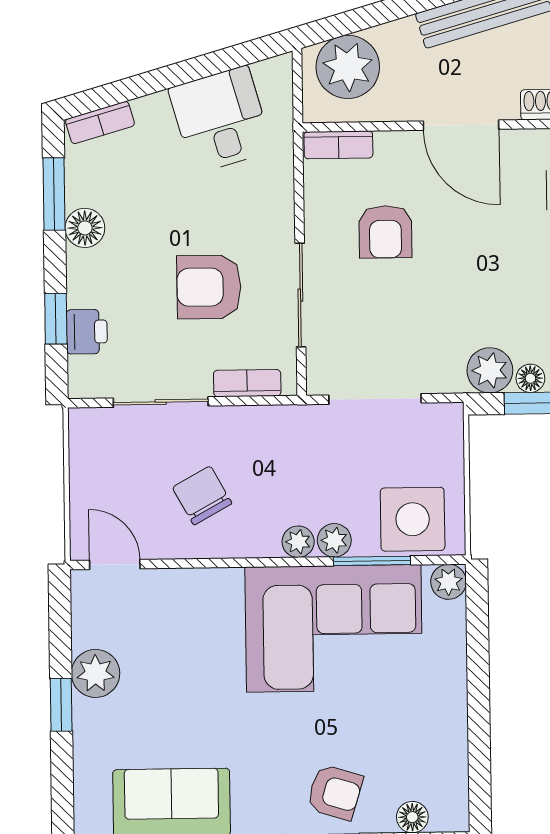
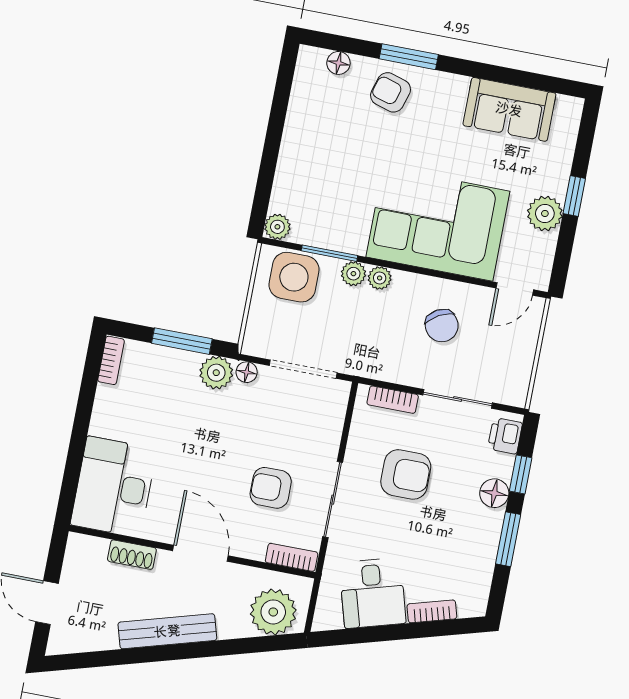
bookcase: (100, 123) -> (432, 611), moved
window: (54, 194) -> (508, 539), moved
floor lamp: (85, 228) -> (494, 493), moved
armchair: (385, 232) -> (271, 488), turned -90
sliding door: (300, 295) -> (333, 500), moved
printer: (87, 332) -> (505, 436), moved
floor lamp: (530, 378) -> (247, 372), moved
door: (115, 564) -> (515, 289), hinge flipped
corner sofa: (334, 628) -> (438, 224), moved

